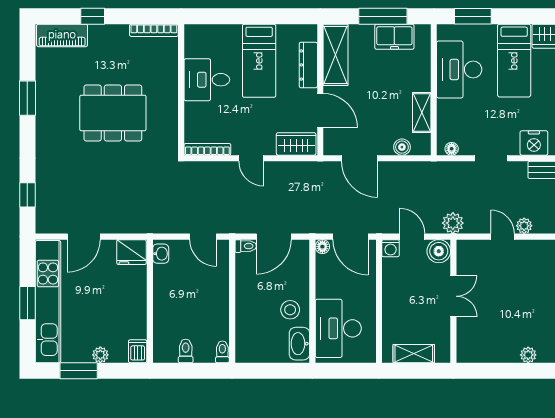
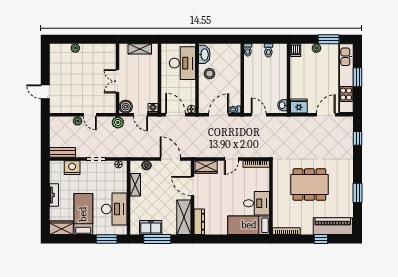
piano: (62, 35) -> (333, 226), width x1.37, depth x1.33
bed: (259, 61) -> (249, 225), moved, turned -90
dresser: (308, 65) -> (199, 222), moved
door: (251, 158) -> (231, 159), swing flipped

